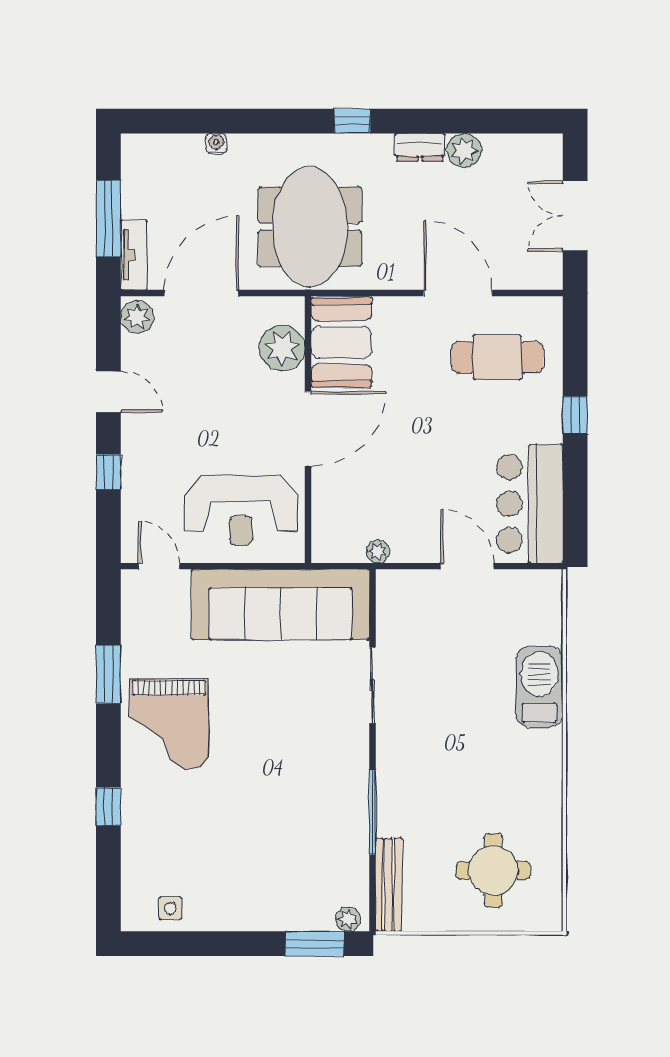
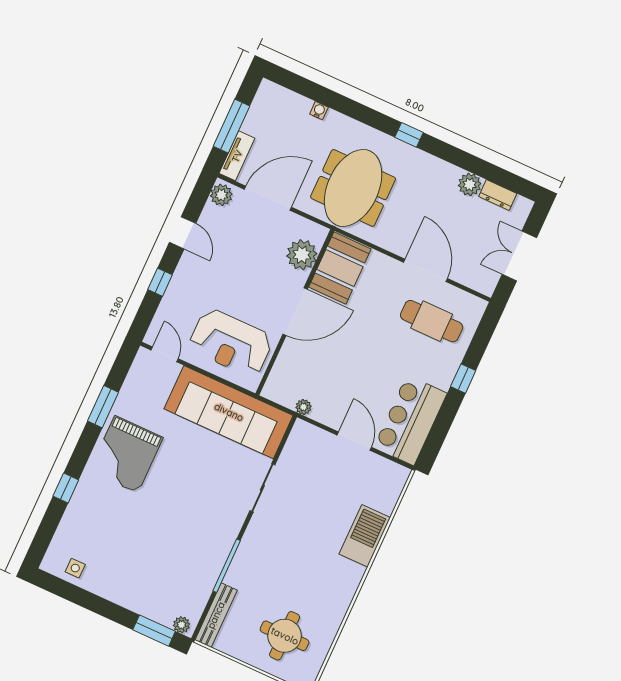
dresser: (420, 147) -> (498, 195), moved

